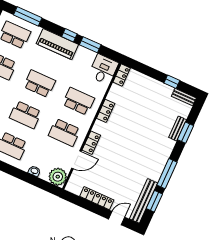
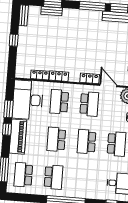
desk: (103, 69) -> (28, 100), width x1.87, depth x1.30
locker: (122, 75) -> (40, 75), moved
window: (172, 82) -> (14, 40), moved
school desk: (25, 115) -> (86, 142), turned 180

